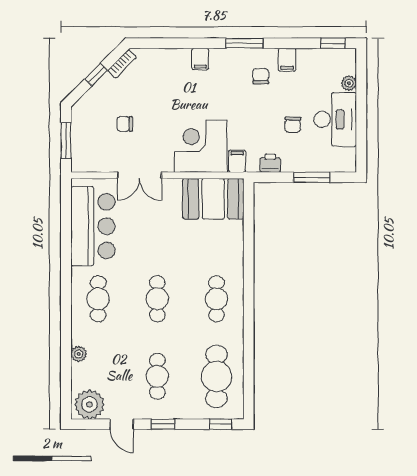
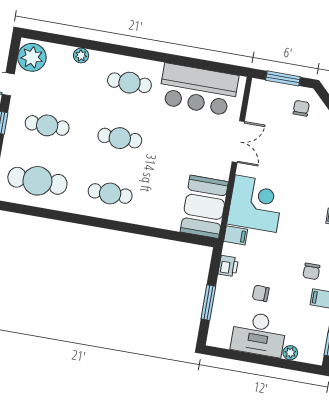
chair: (261, 76) -> (311, 271), turned 90
chair: (125, 124) -> (301, 108), moved
double door: (140, 175) -> (238, 142), swing flipped

